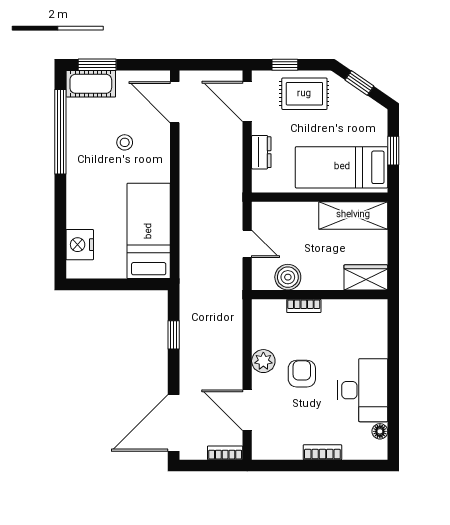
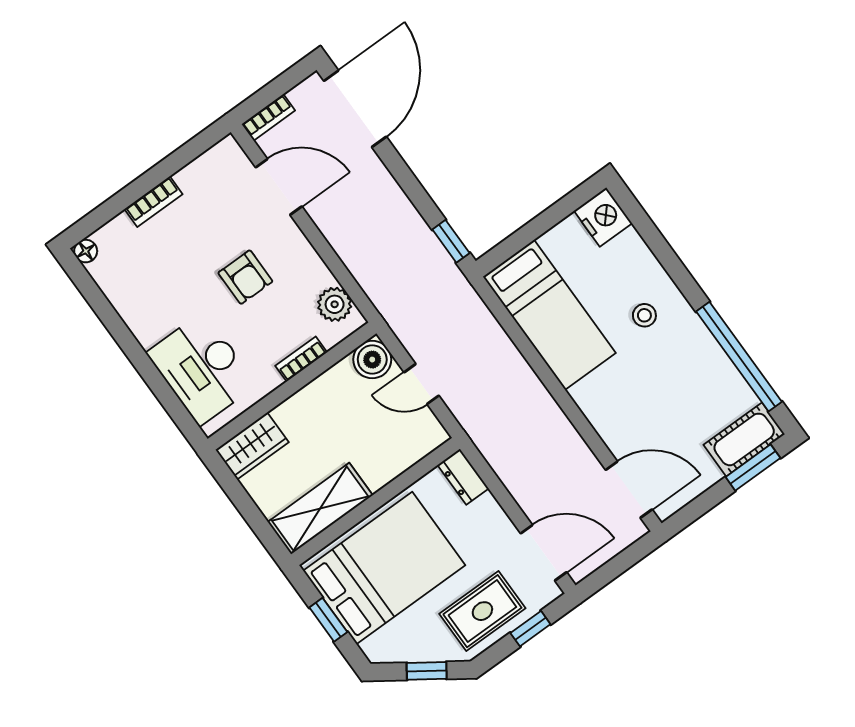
stool: (125, 142) -> (644, 315), moved
dresser: (261, 152) -> (463, 477), moved
bed: (342, 167) -> (384, 568), width x1.50
nightstand: (80, 245) -> (603, 217), moved
boiler: (288, 277) -> (372, 360), moved
window: (174, 335) -> (451, 241), moved
plant: (263, 361) -> (335, 304), moved
desk: (363, 390) -> (202, 369), moved
floor lamp: (380, 431) -> (86, 251), moved

